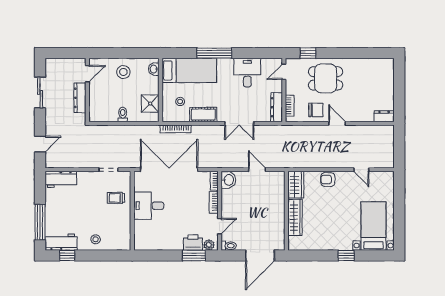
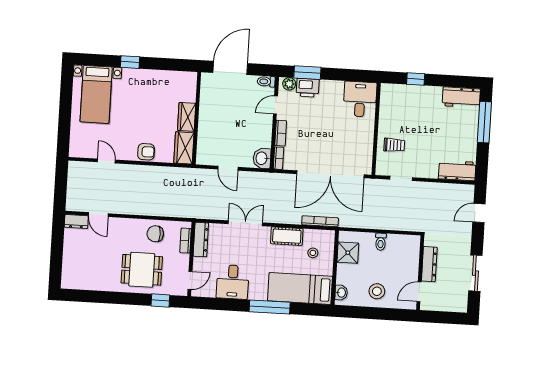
door: (337, 123) -> (98, 215), moved
desk: (149, 206) -> (360, 99), moved, turned -90
wardrobe: (295, 217) -> (187, 117), width x0.67
stool: (96, 239) -> (421, 98), removed
window: (67, 255) -> (416, 79), moved

